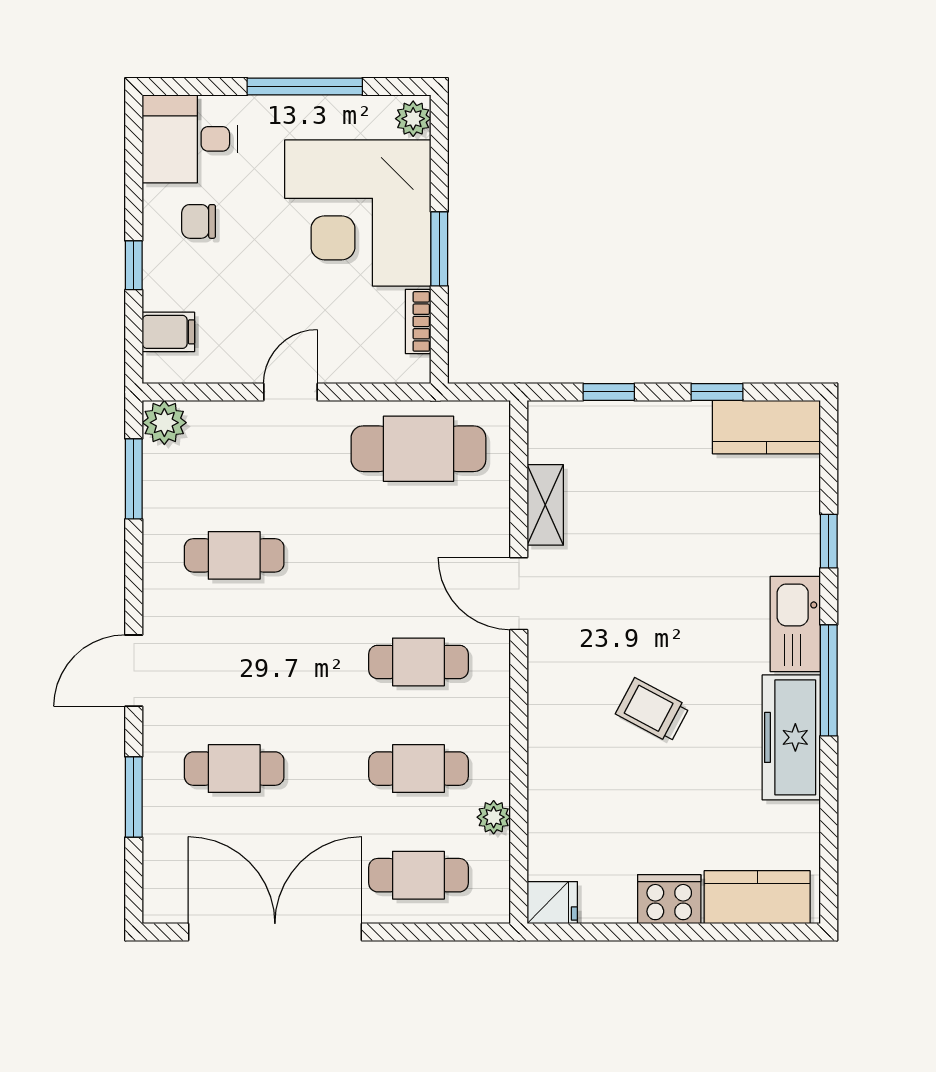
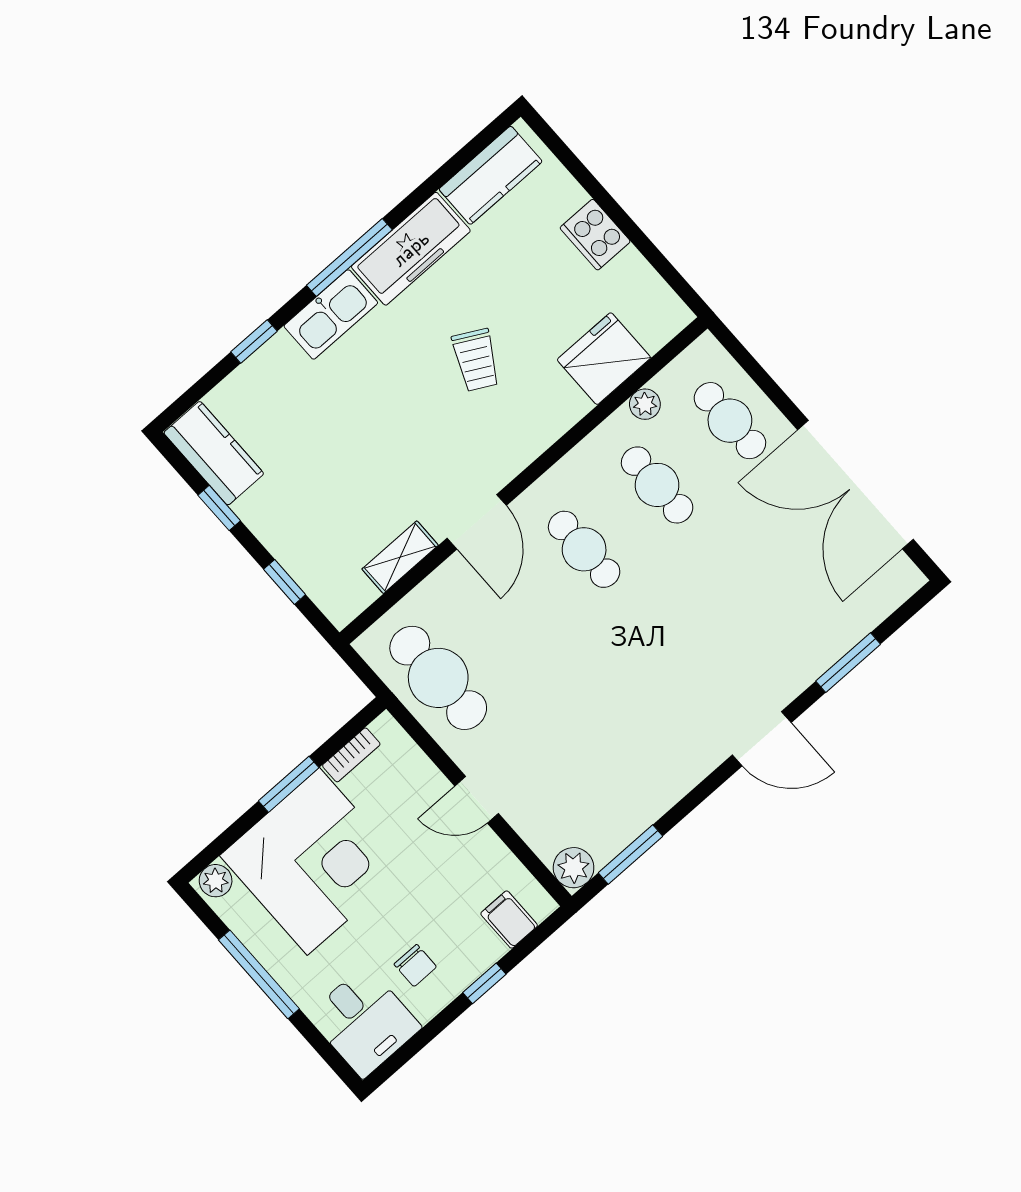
cafe table: (234, 555) -> (622, 740), removed
cafe table: (234, 769) -> (768, 611), removed
kitchen counter: (757, 897) -> (491, 175), moved, turned -90
fridge: (552, 903) -> (604, 359), moved, width x1.88, depth x1.34

